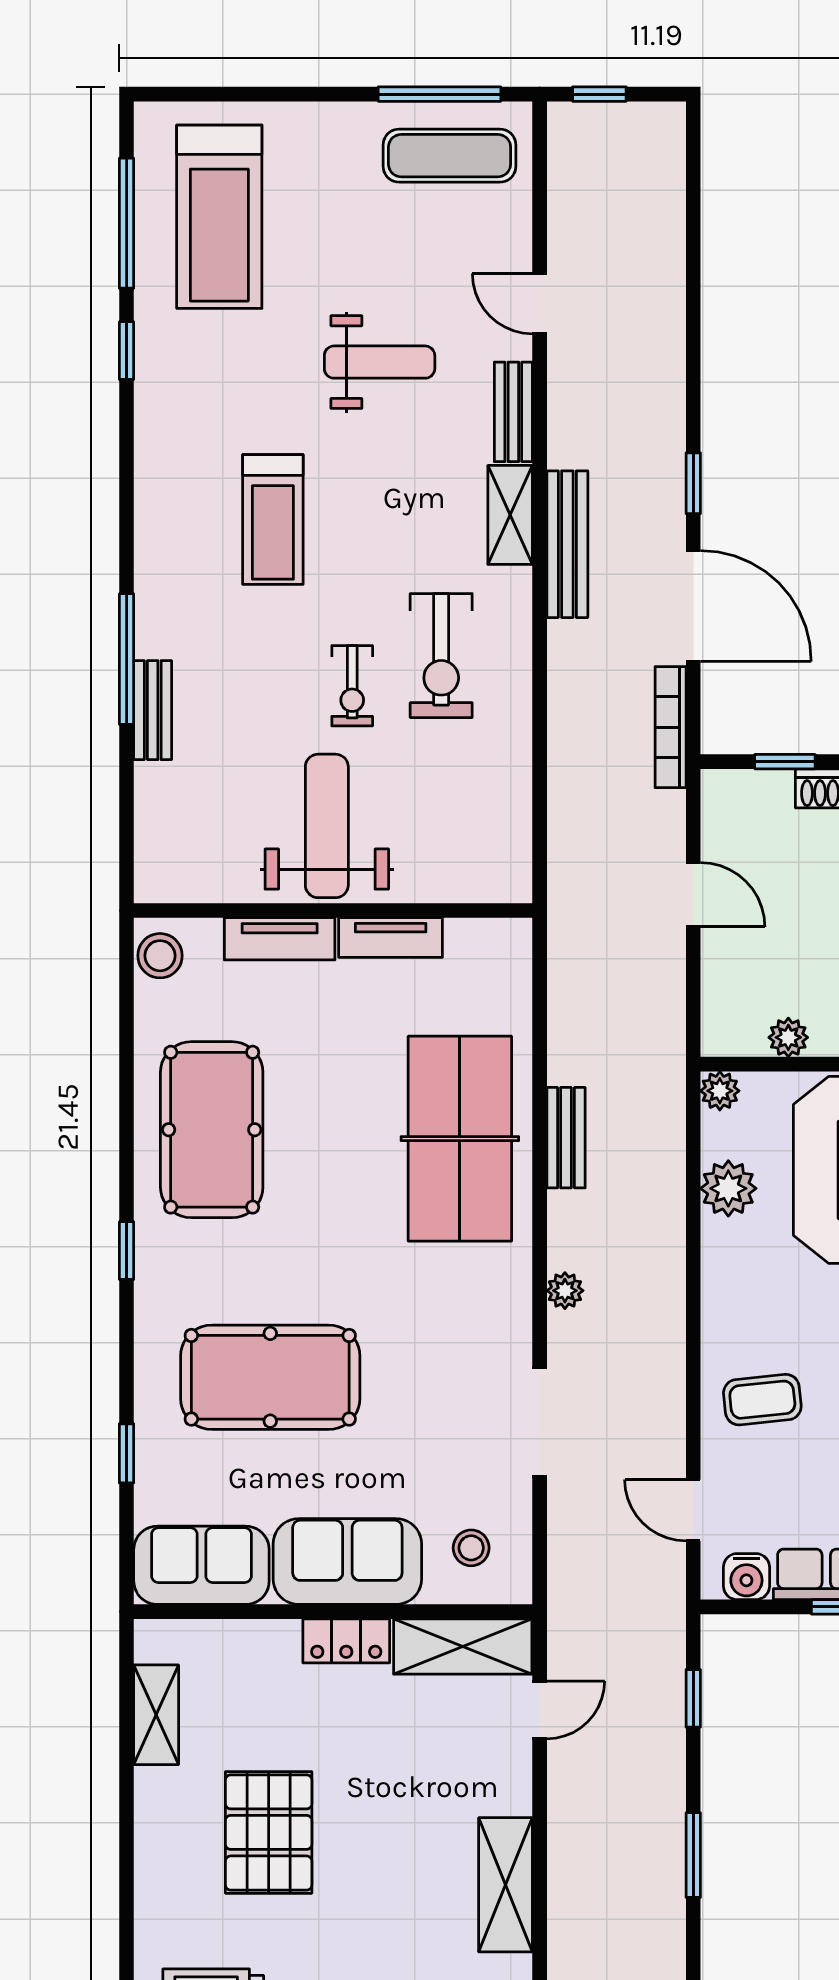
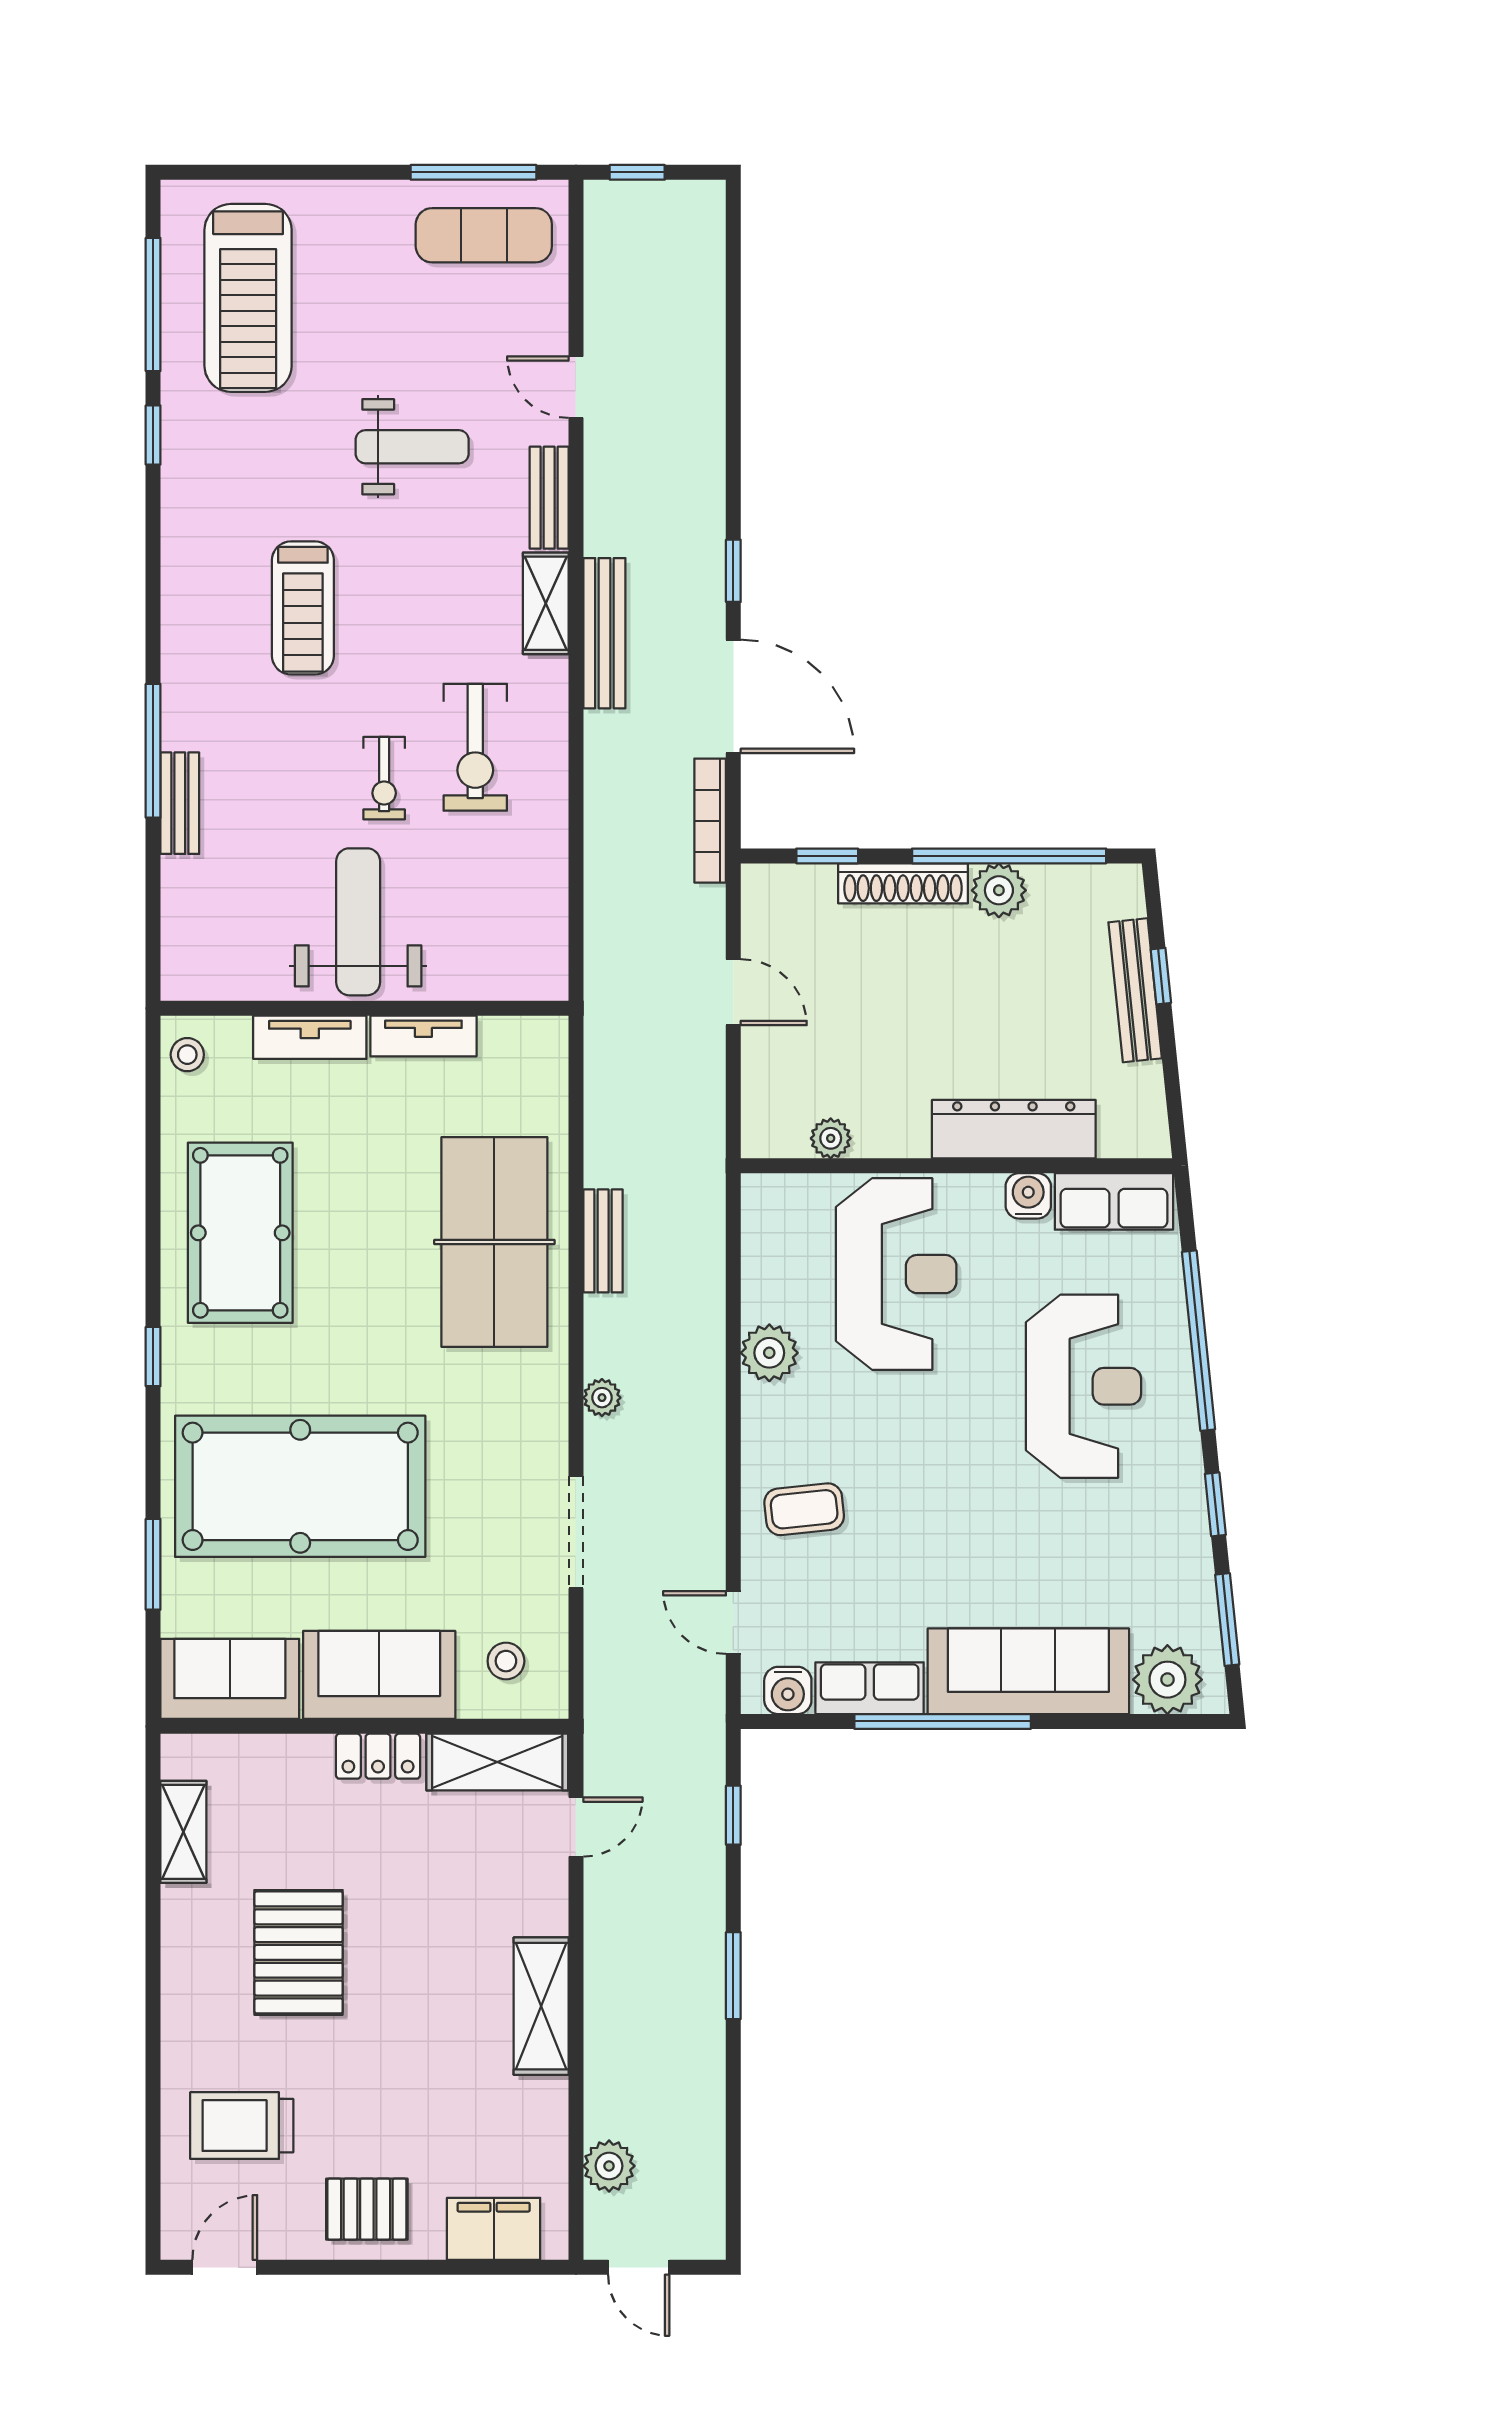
stool: (160, 956) -> (187, 1055), width x0.73, depth x0.73
plant: (720, 1091) -> (761, 1193), removed
plant: (728, 1188) -> (769, 1353), moved
pool table: (270, 1377) -> (300, 1486), width x1.36, depth x1.32
window: (127, 1453) -> (153, 1564), width x1.50

